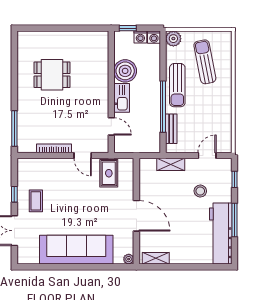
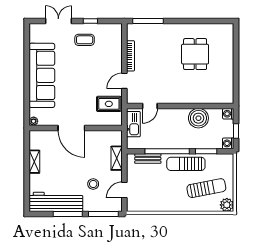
window: (128, 28) -> (236, 131), moved
washing machine: (140, 37) -> (228, 114), moved
plant: (173, 39) -> (227, 205), moved
window: (163, 62) -> (206, 151), added
kitchen sink: (122, 98) -> (133, 124), moved, turned -90
door: (207, 155) -> (124, 190), swing flipped
window: (235, 179) -> (103, 214), width x2.17
door: (136, 216) -> (71, 128), hinge flipped
shelving: (156, 258) -> (34, 162), moved

